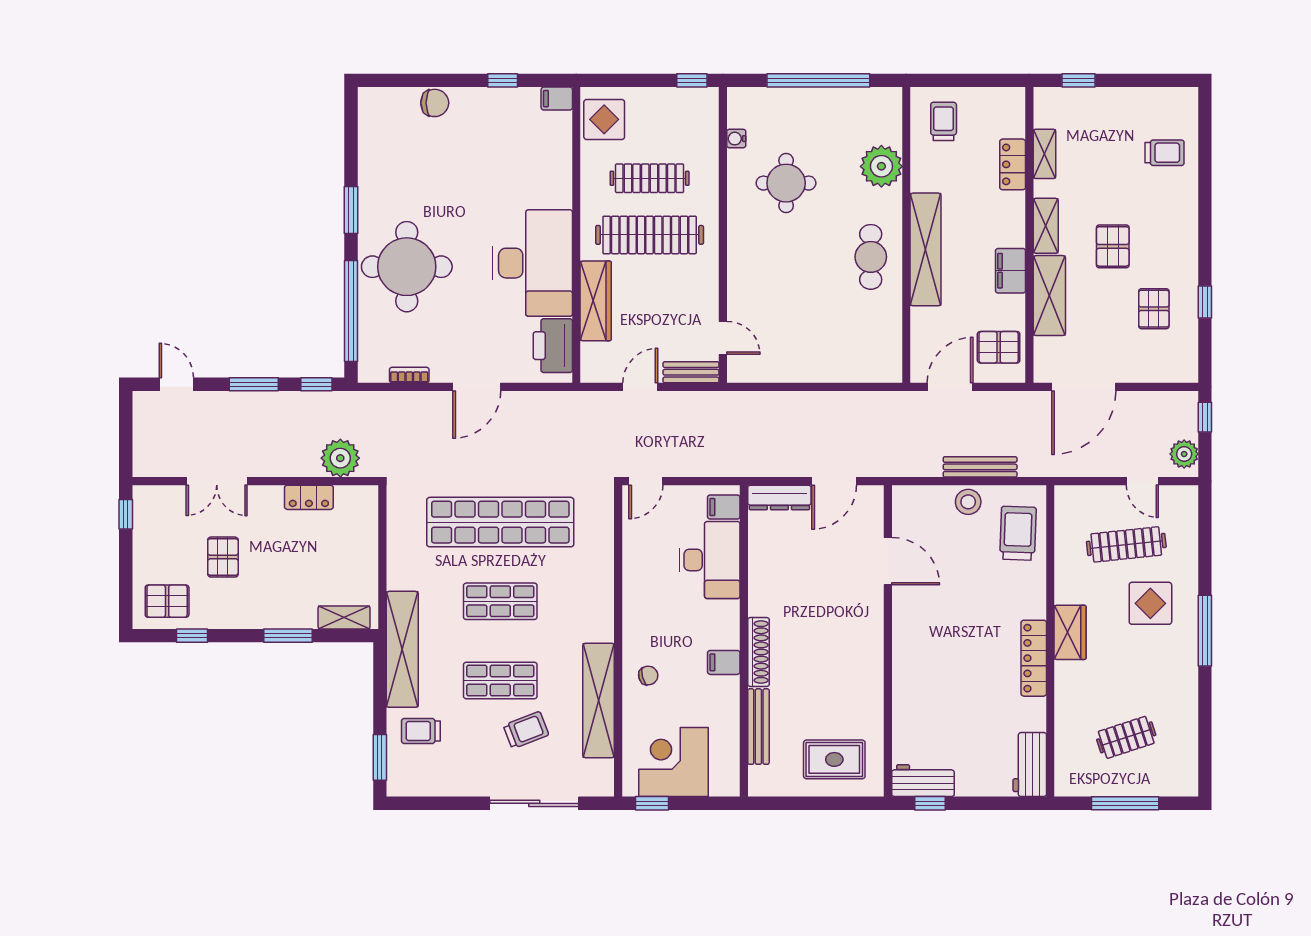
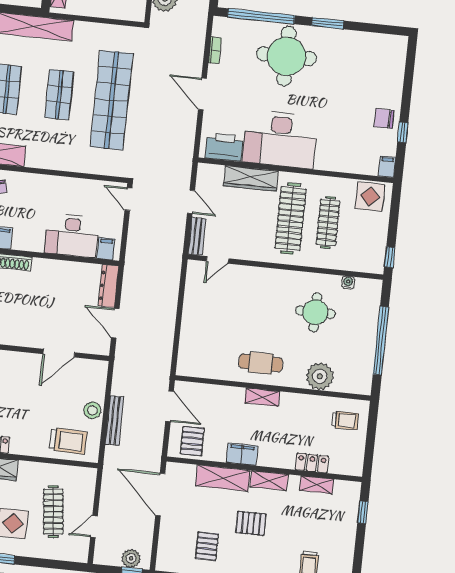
chair: (435, 103) -> (384, 119), moved, turned 90
shelving: (926, 249) -> (262, 397), width x0.45, depth x0.75
pallet: (1154, 309) -> (207, 546), turned 90
plant: (1184, 454) -> (131, 558), moved

